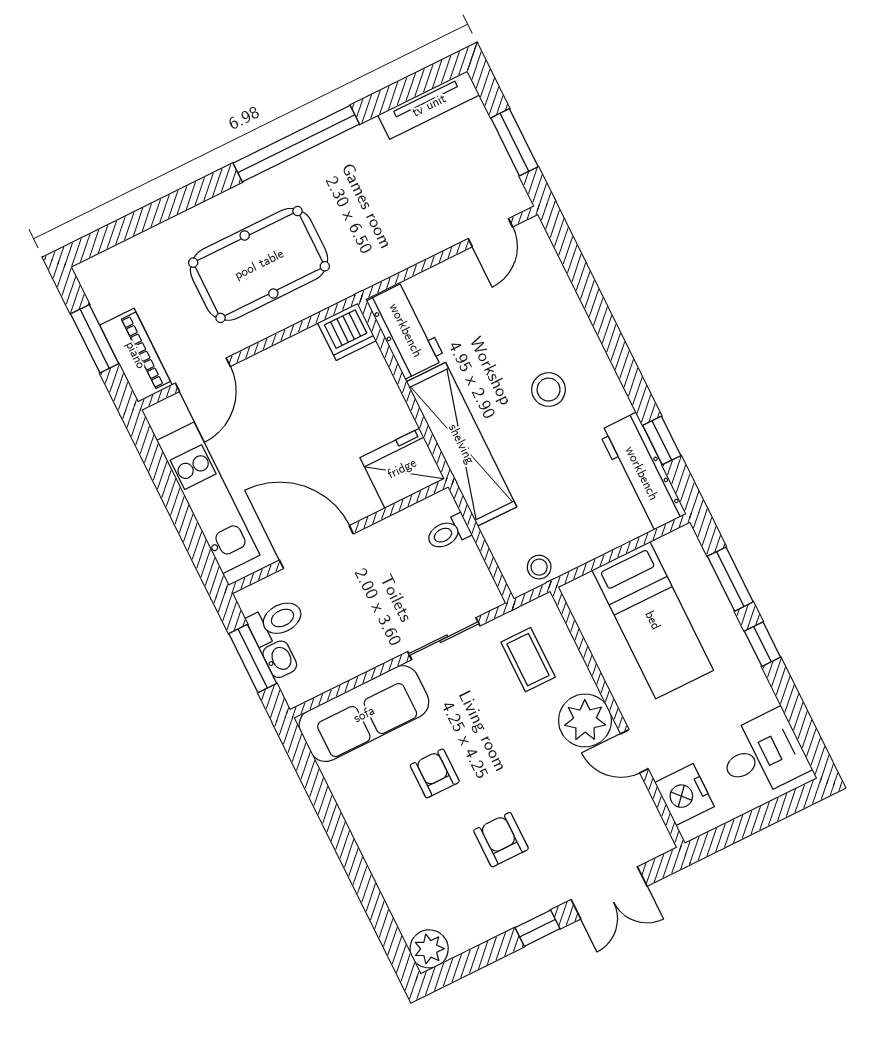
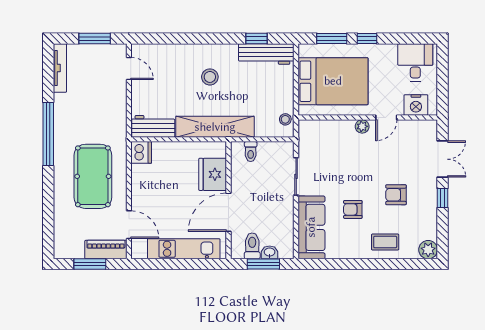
fridge: (402, 468) -> (213, 174), moved
bed: (653, 620) -> (333, 81), width x1.50
coffee table: (528, 660) -> (385, 242), moved
plant: (585, 720) -> (362, 126), width x0.53, depth x0.53

